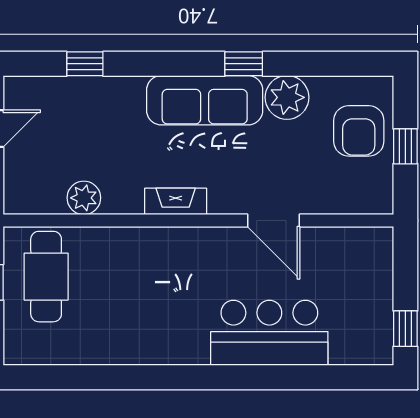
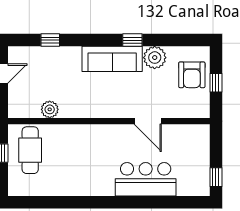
fireplace: (176, 201) -> (97, 111), removed

